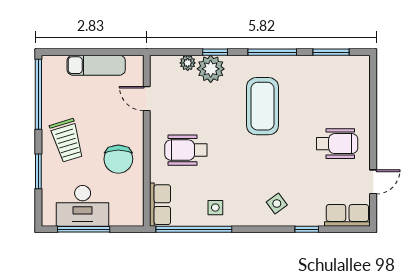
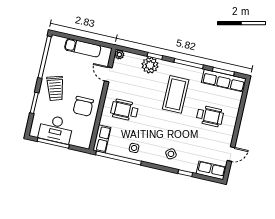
plant: (188, 63) -> (119, 55), moved
row of seats: (335, 66) -> (224, 81), added
wheelchair: (337, 144) -> (210, 116), moved

